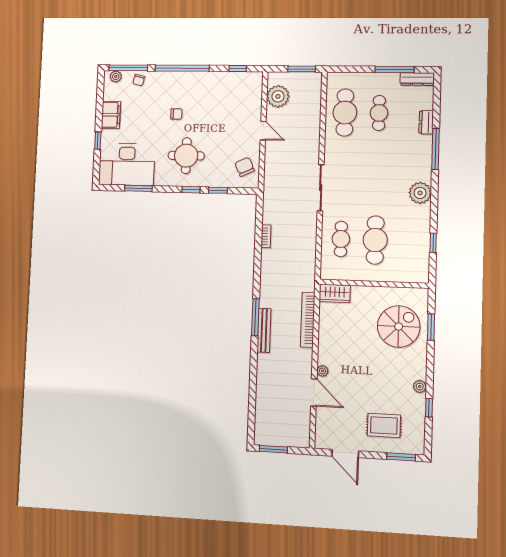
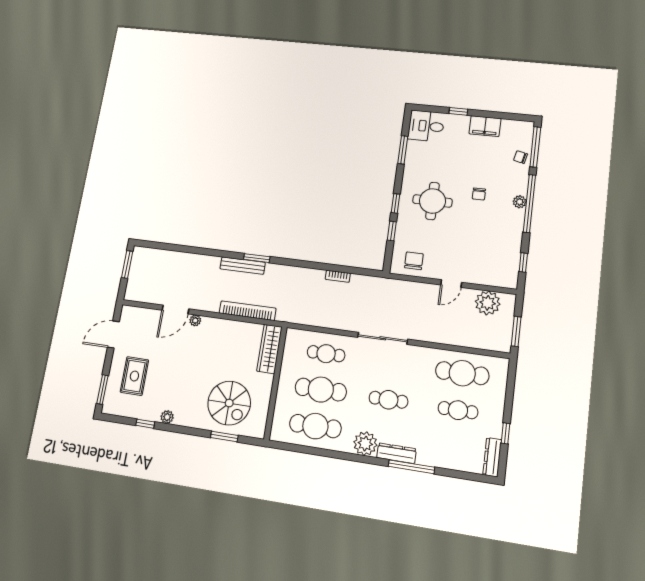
window: (395, 70) -> (506, 433), width x0.46
plant: (116, 77) -> (520, 202), moved
dresser: (426, 122) -> (397, 453), moved, width x1.44
desk: (127, 164) -> (426, 126), width x0.53, depth x0.77
chair: (245, 167) -> (414, 261), turned -65
cafe table: (377, 176) -> (388, 400), added
cafe table: (410, 241) -> (315, 426), added
window: (433, 243) -> (311, 450), removed
wardrobe: (335, 293) -> (269, 349), width x1.50
window: (255, 317) -> (257, 258), width x0.69

